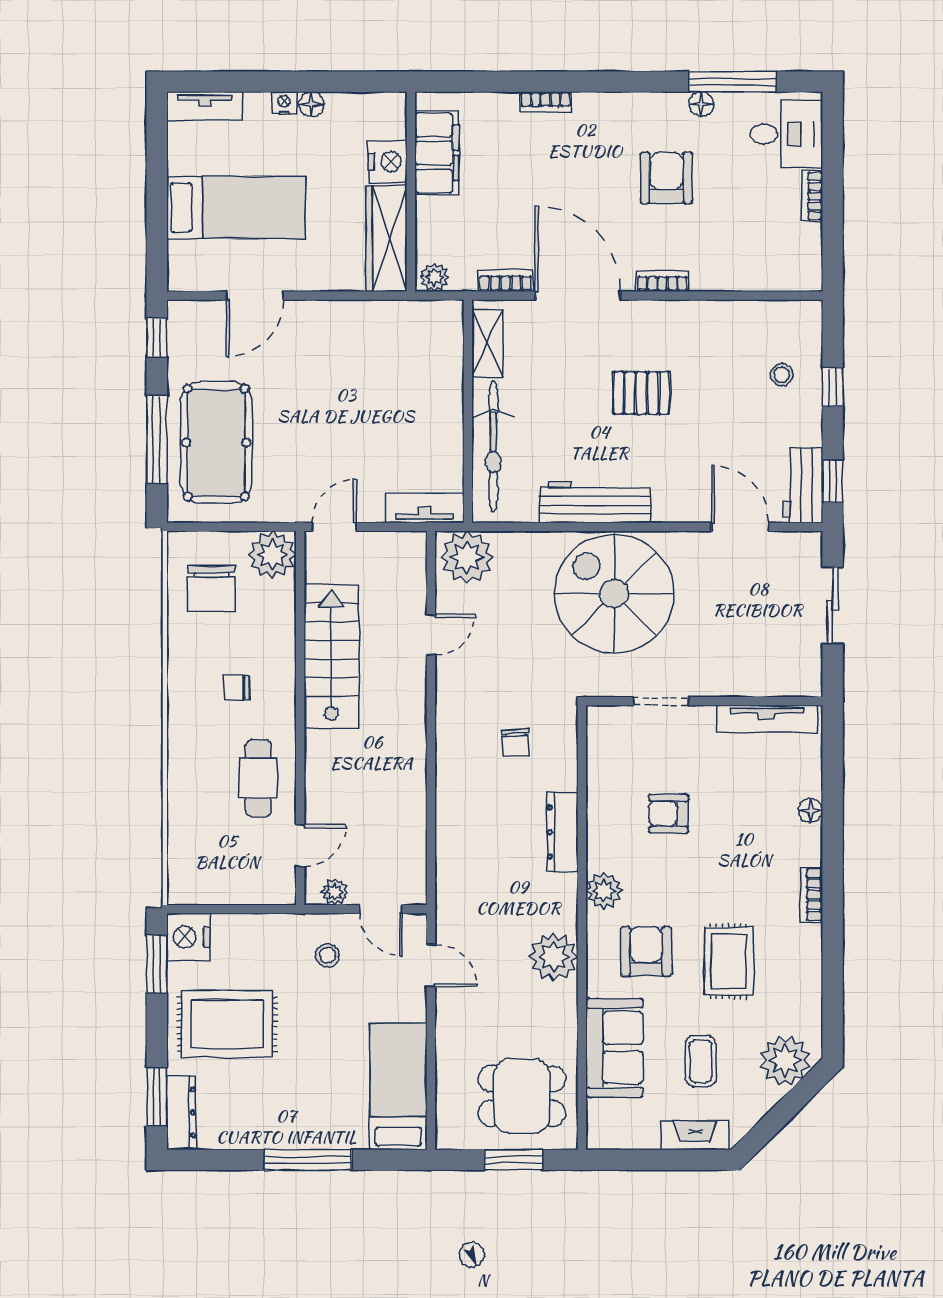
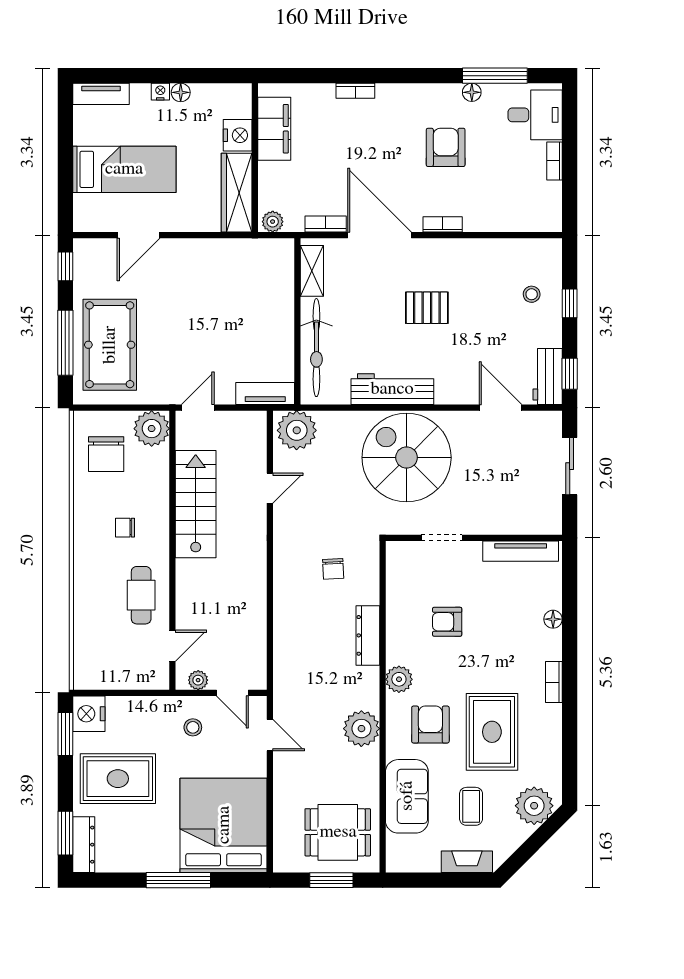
rug: (729, 961) -> (492, 732), width x1.36, depth x1.43
bed: (398, 1087) -> (224, 825), width x2.04

